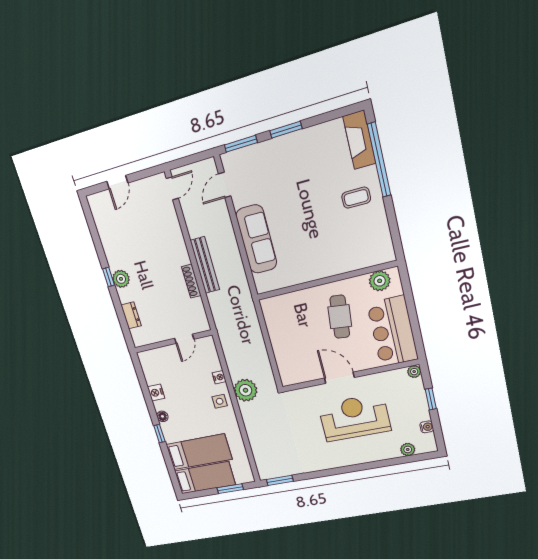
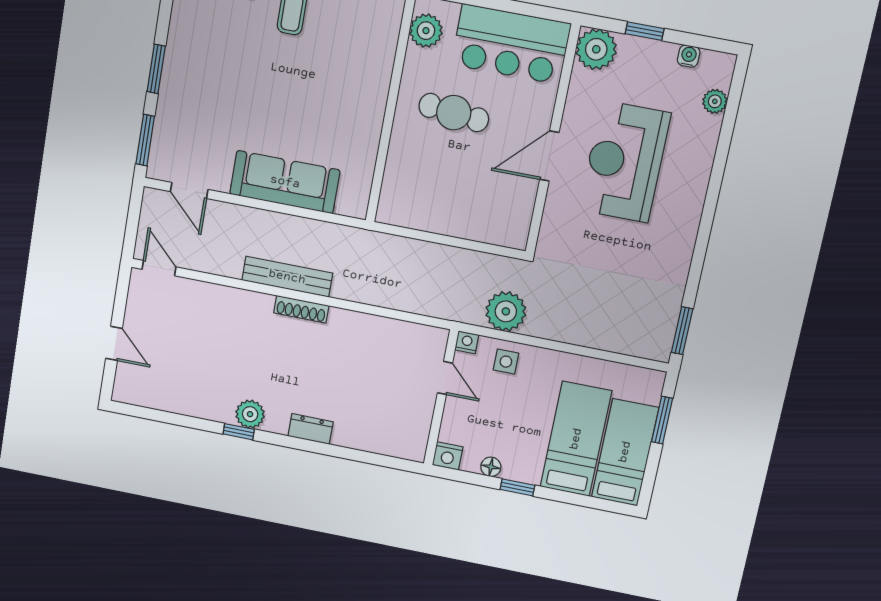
door: (184, 339) -> (445, 378), moved
wall: (173, 341) -> (441, 398), moved
plant: (414, 372) -> (596, 49), width x1.88, depth x1.88

